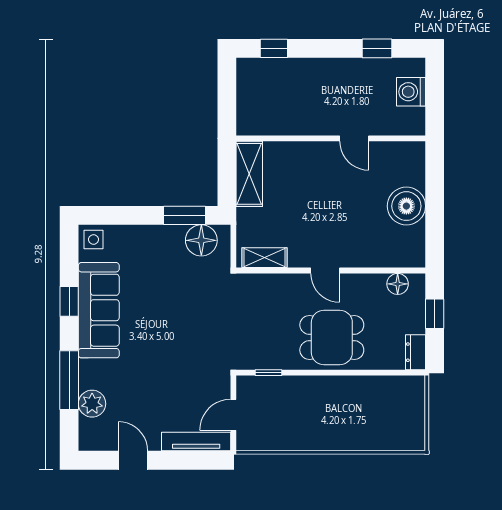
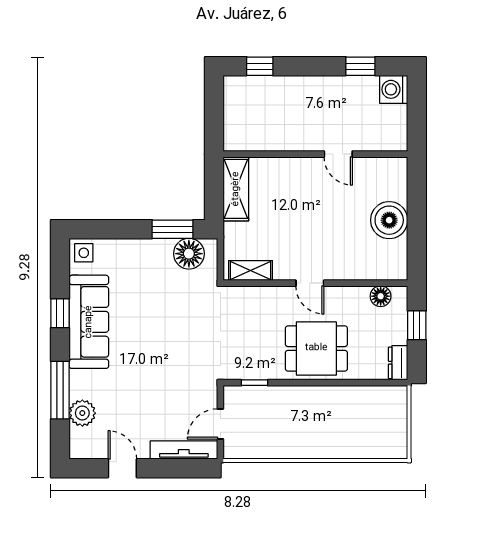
washing machine: (411, 92) -> (394, 89), moved

